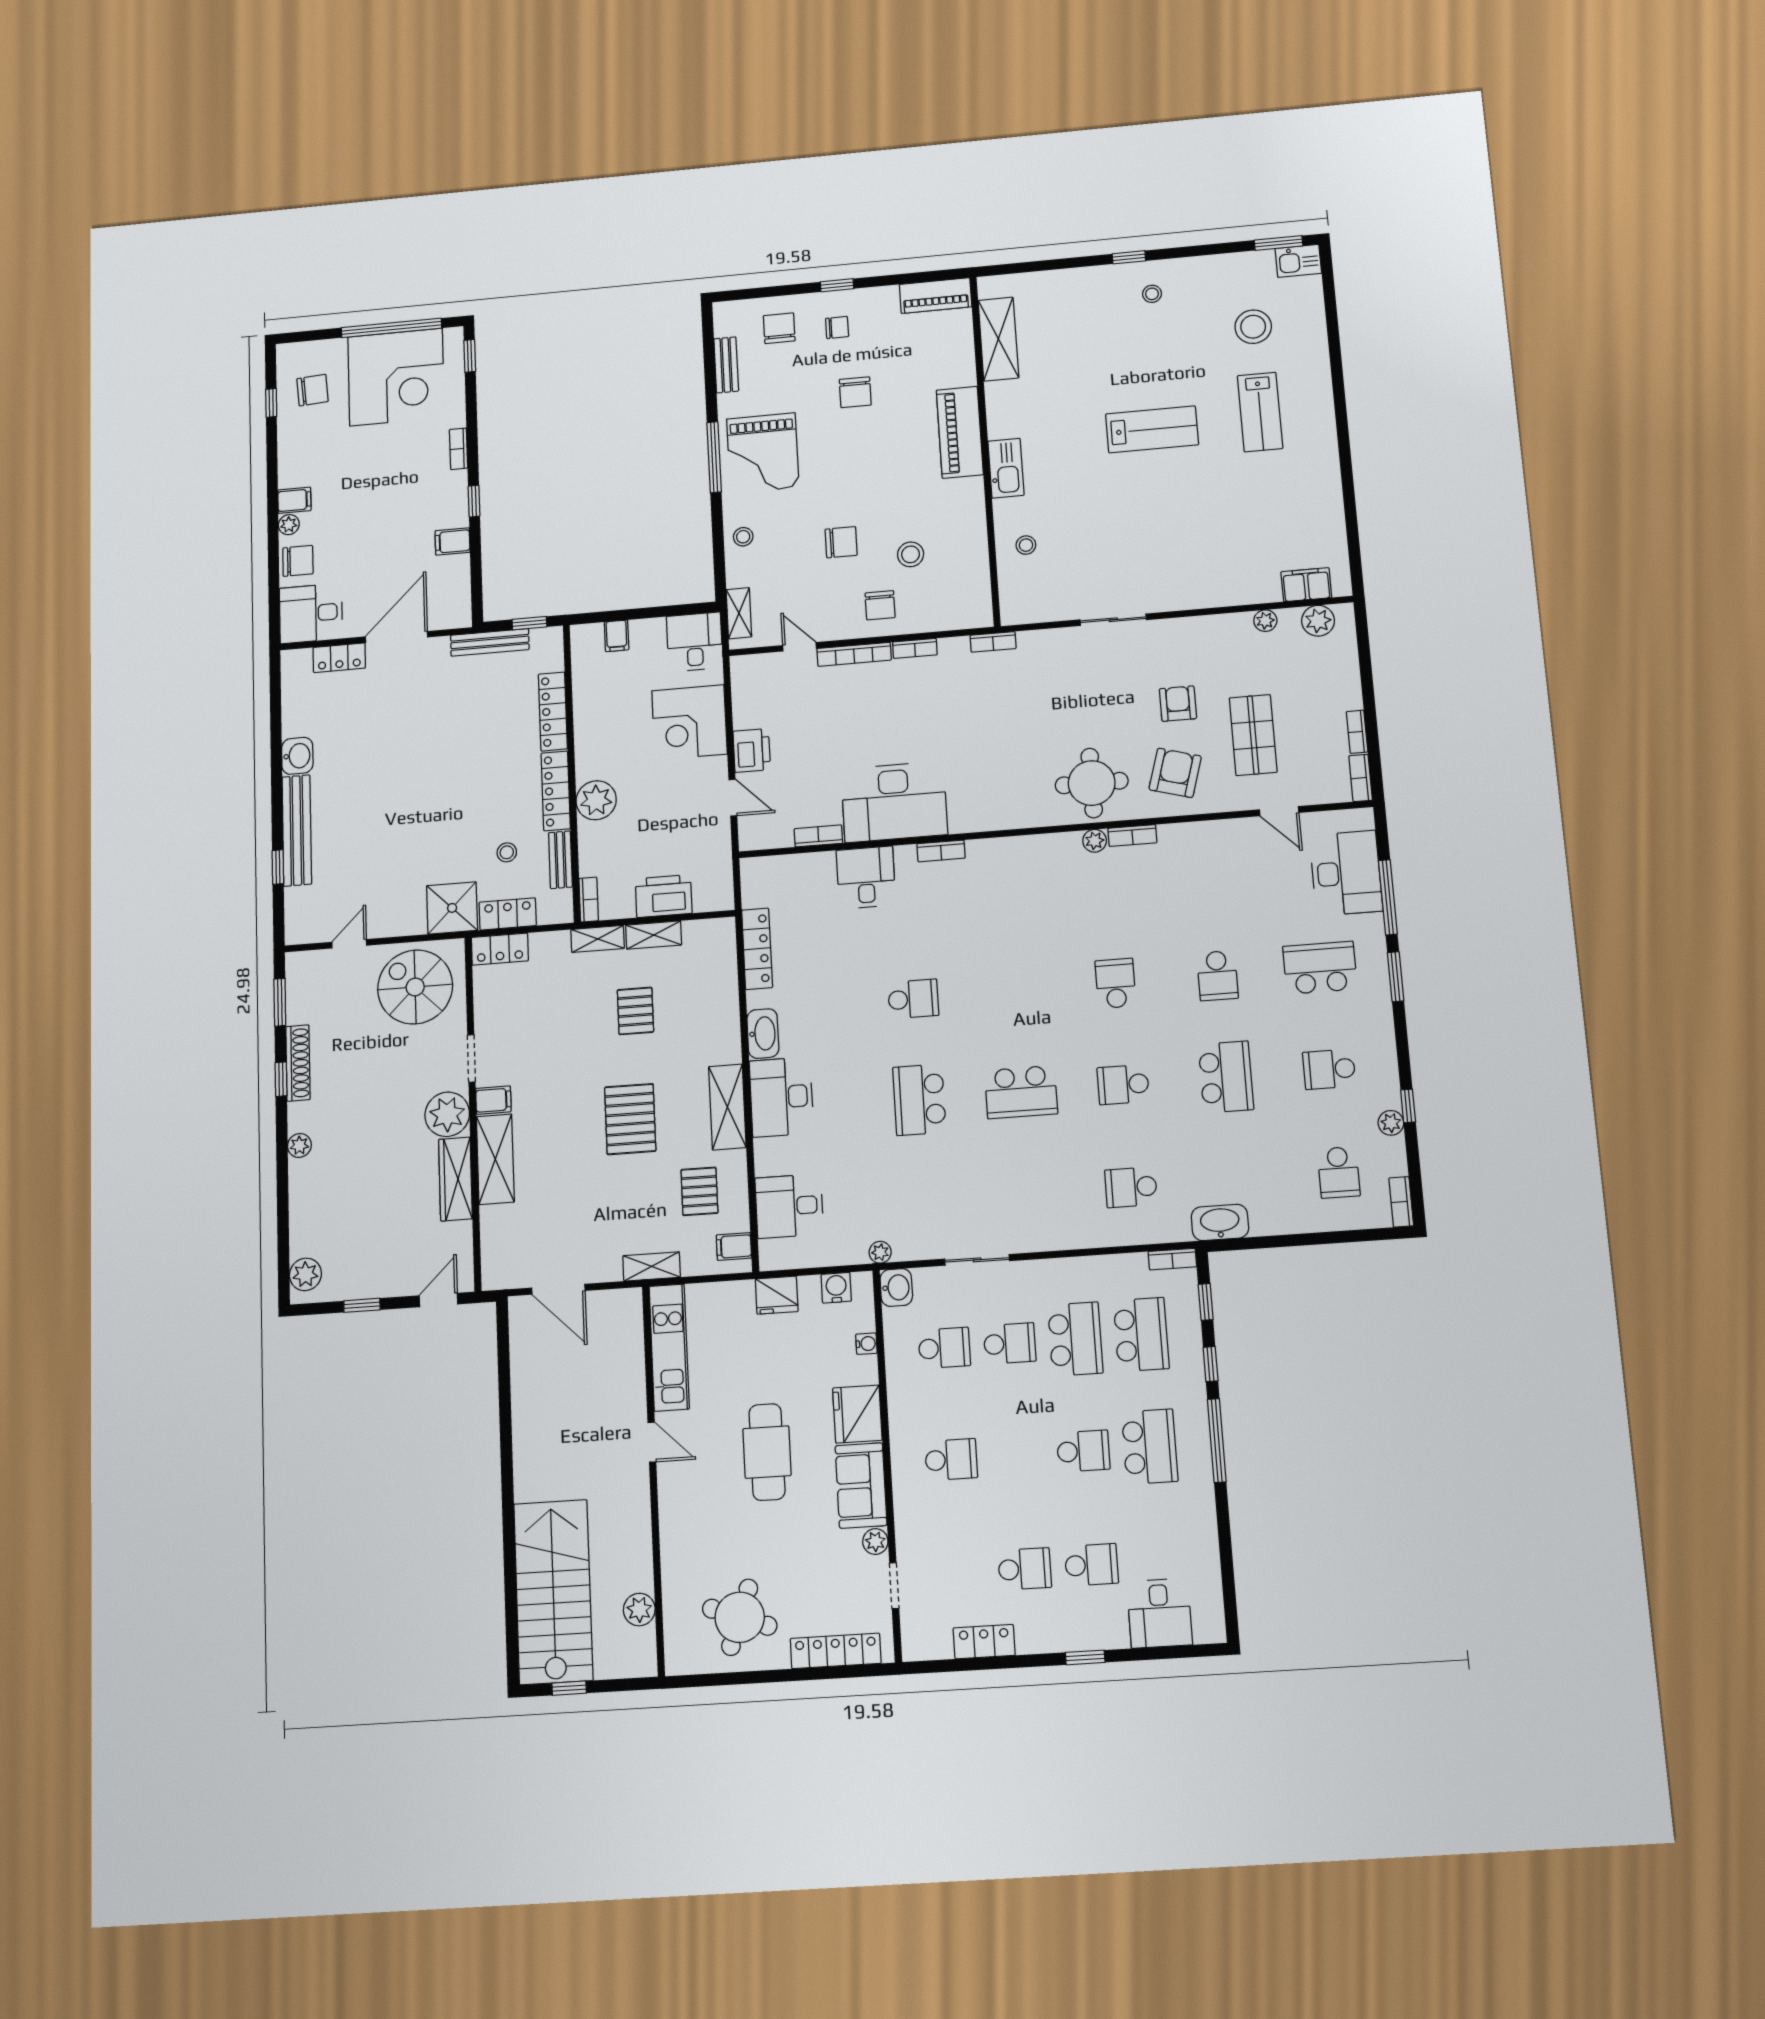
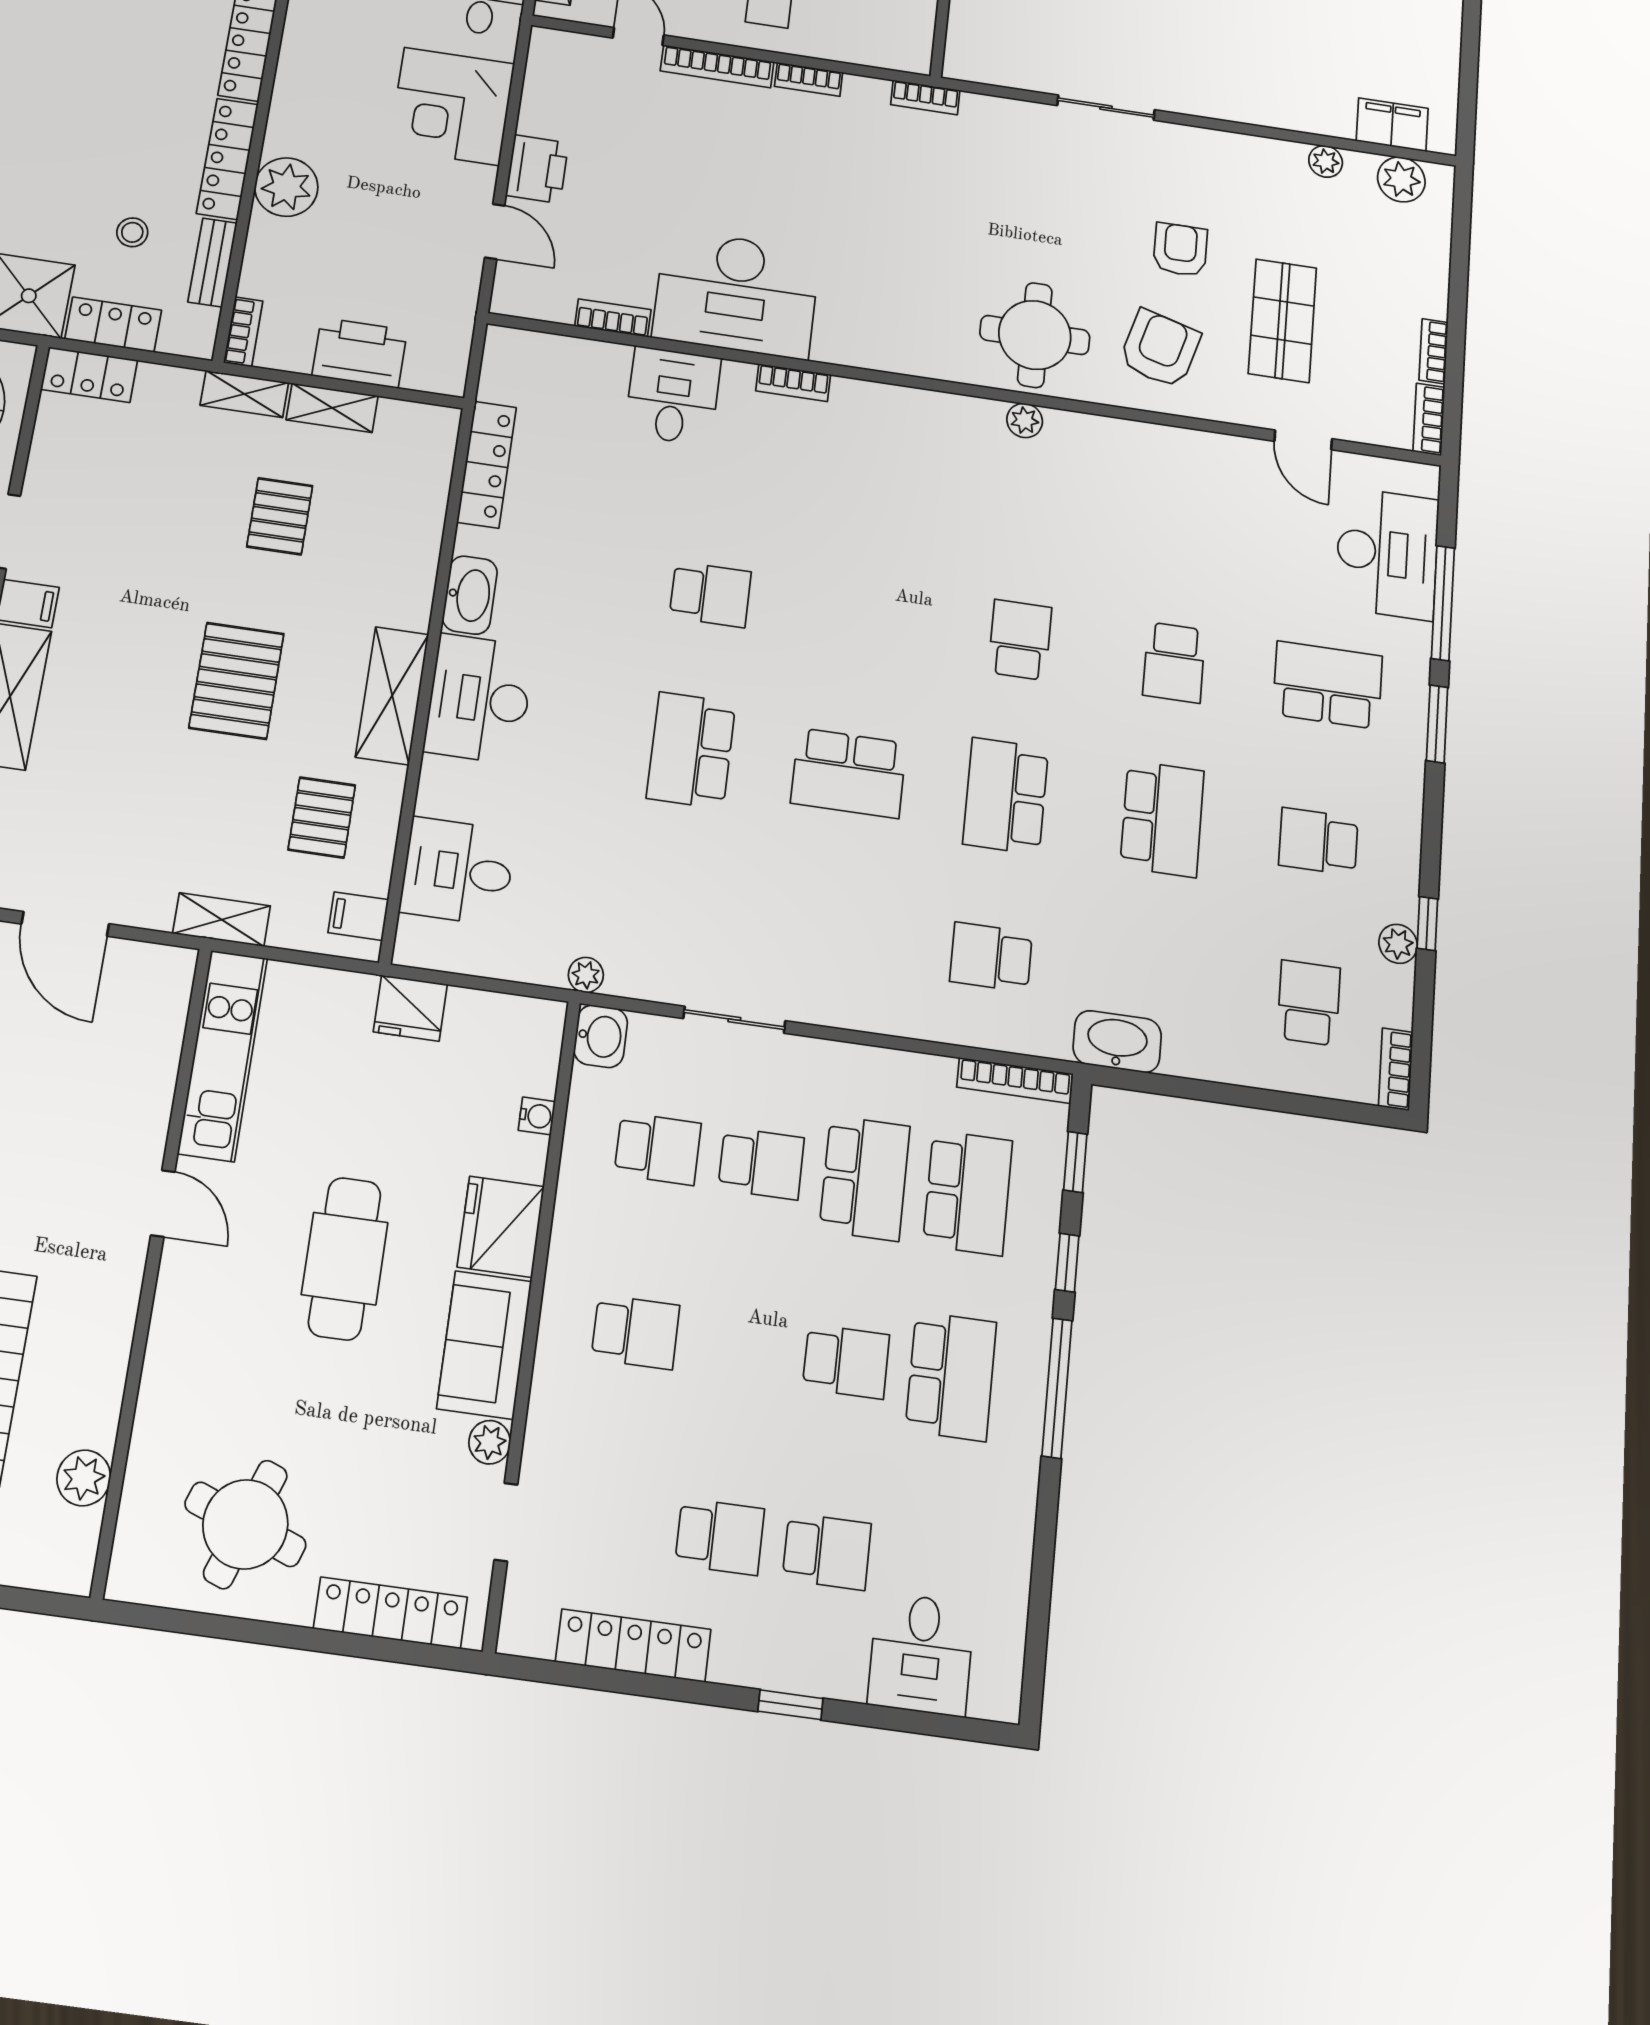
bookcase: (1132, 836) -> (1082, 426), removed
school desk: (1123, 1085) -> (1006, 796), width x1.85
school desk: (1339, 1172) -> (1309, 1003), turned 180
bookcase: (1172, 1259) -> (1015, 1081), width x1.56
water cooler: (836, 1288) -> (506, 1016), removed
locker: (984, 1642) -> (633, 1646), width x1.53

